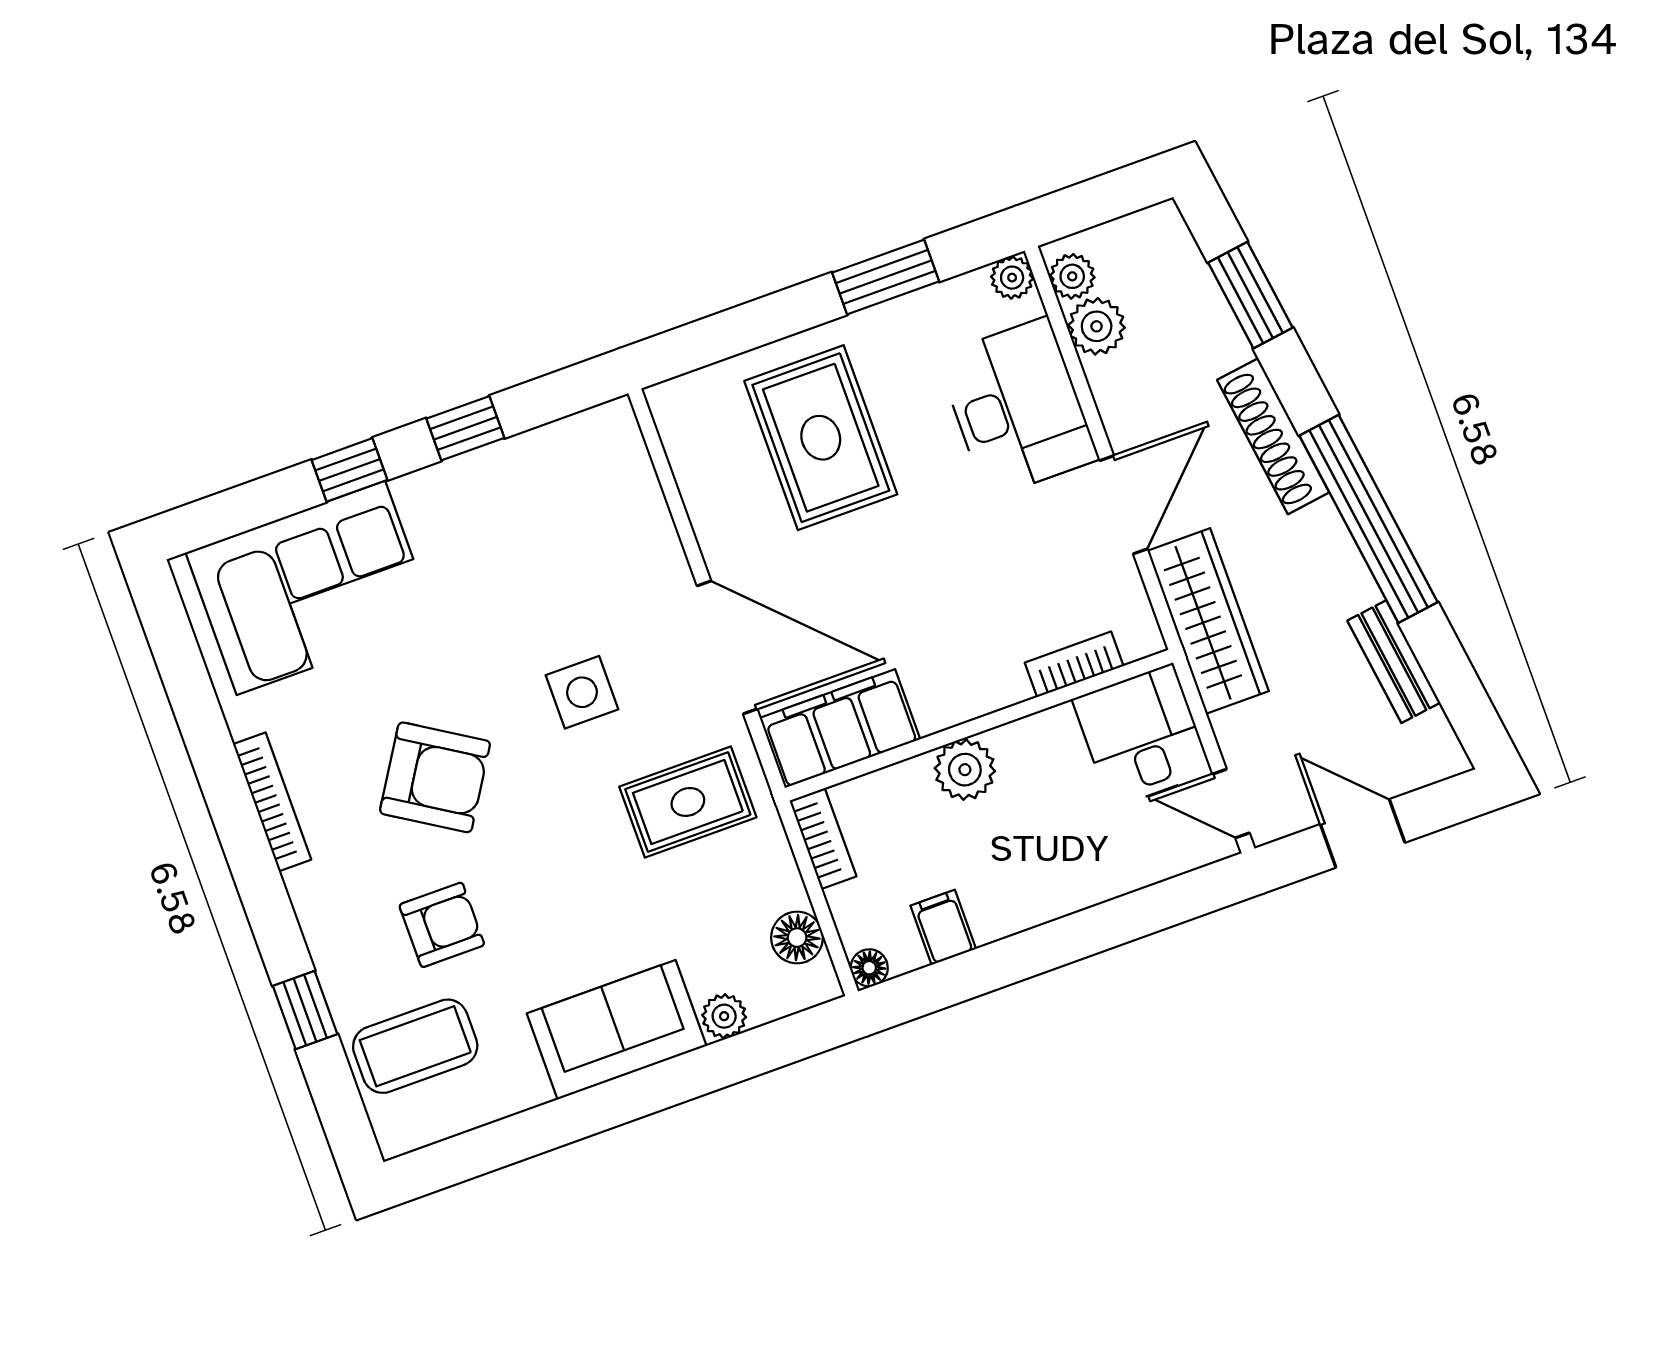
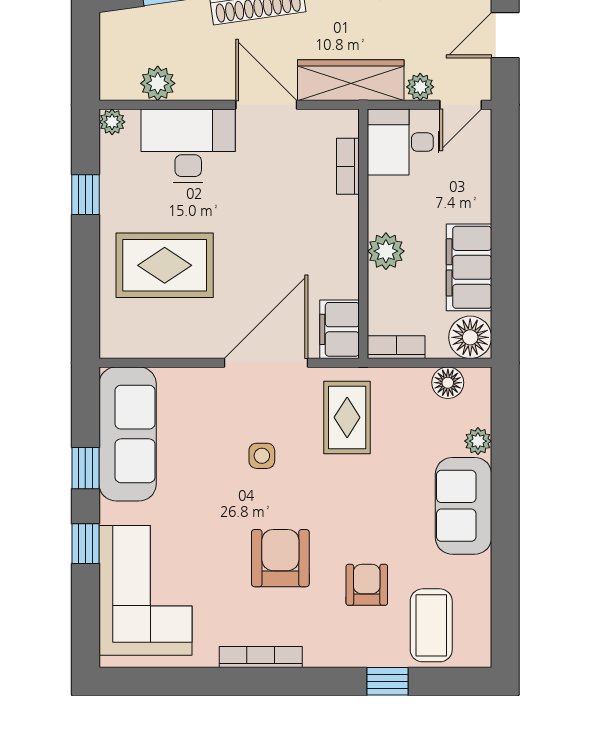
plant: (1072, 276) -> (420, 87), moved
window: (886, 277) -> (85, 195), width x0.67
sofa: (541, 474) -> (128, 434), added
side table: (582, 692) -> (262, 456), width x0.73, depth x0.73
filing cabinet: (840, 729) -> (340, 329), width x0.67, depth x0.86
armchair: (435, 777) -> (280, 558), turned -32
filing cabinet: (943, 927) -> (469, 267), width x3.00, depth x1.17
floor lamp: (869, 968) -> (470, 337), width x1.89, depth x1.89

